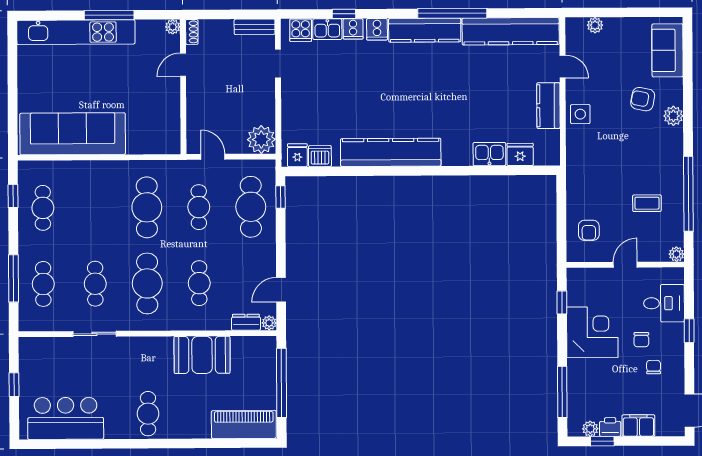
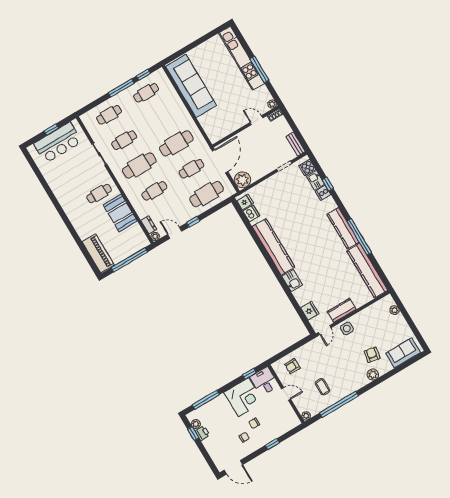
cooker: (377, 29) -> (330, 205), removed
door: (563, 67) -> (325, 330), moved
kitchen sink: (489, 154) -> (292, 281), moved
door: (213, 157) -> (220, 161), width x1.88
window: (281, 197) -> (193, 222), moved
window: (13, 278) -> (121, 88), moved
desk: (664, 303) -> (264, 381), moved, turned 180
cafe table: (148, 414) -> (99, 193), moved
bar counter: (66, 418) -> (58, 143), moved, turned 90
filing cabinet: (638, 426) -> (211, 447), removed

